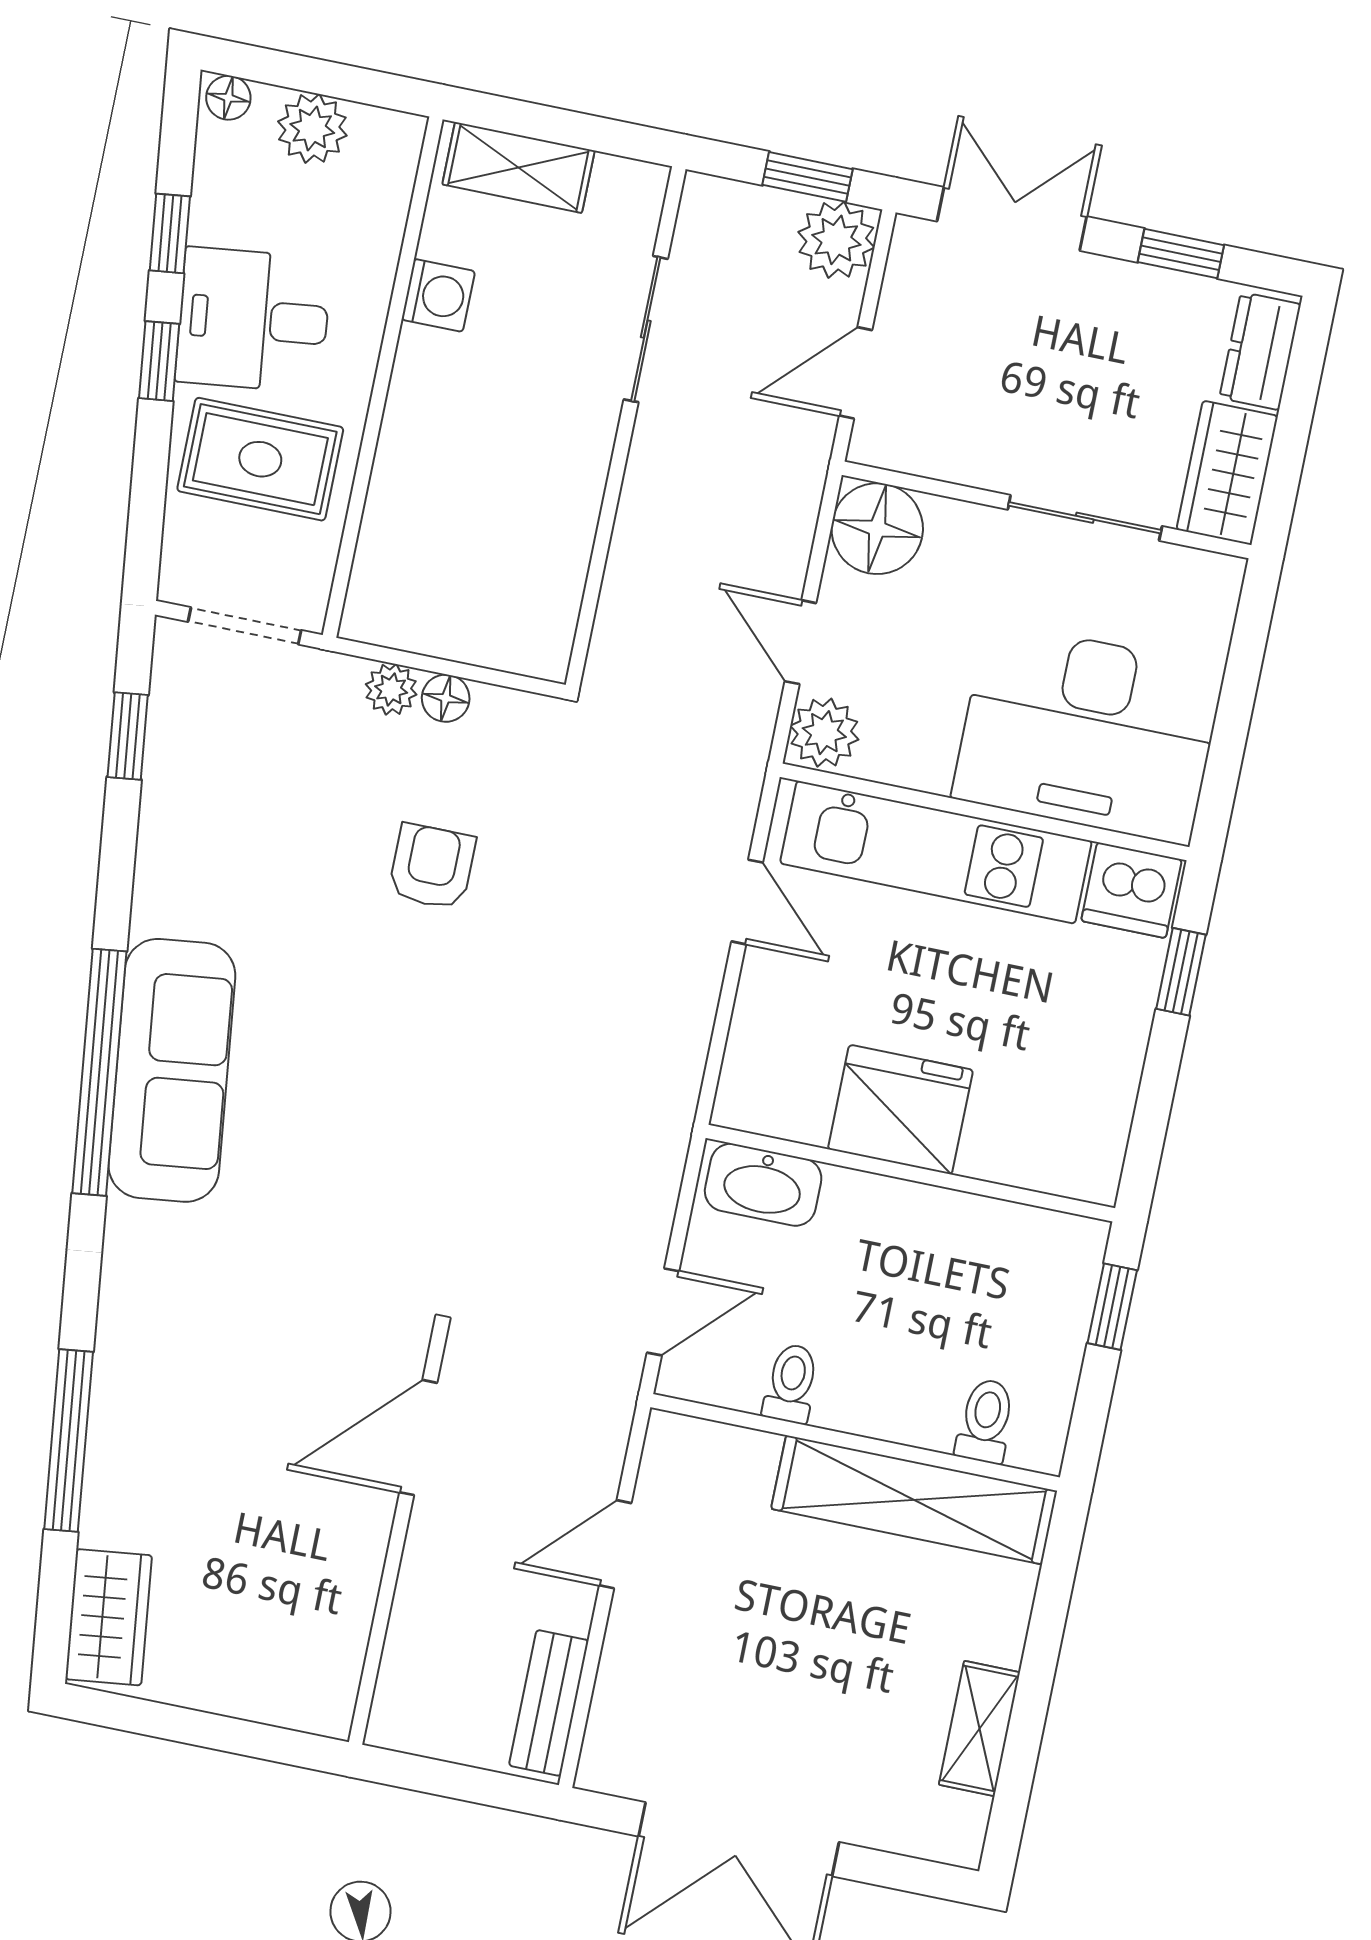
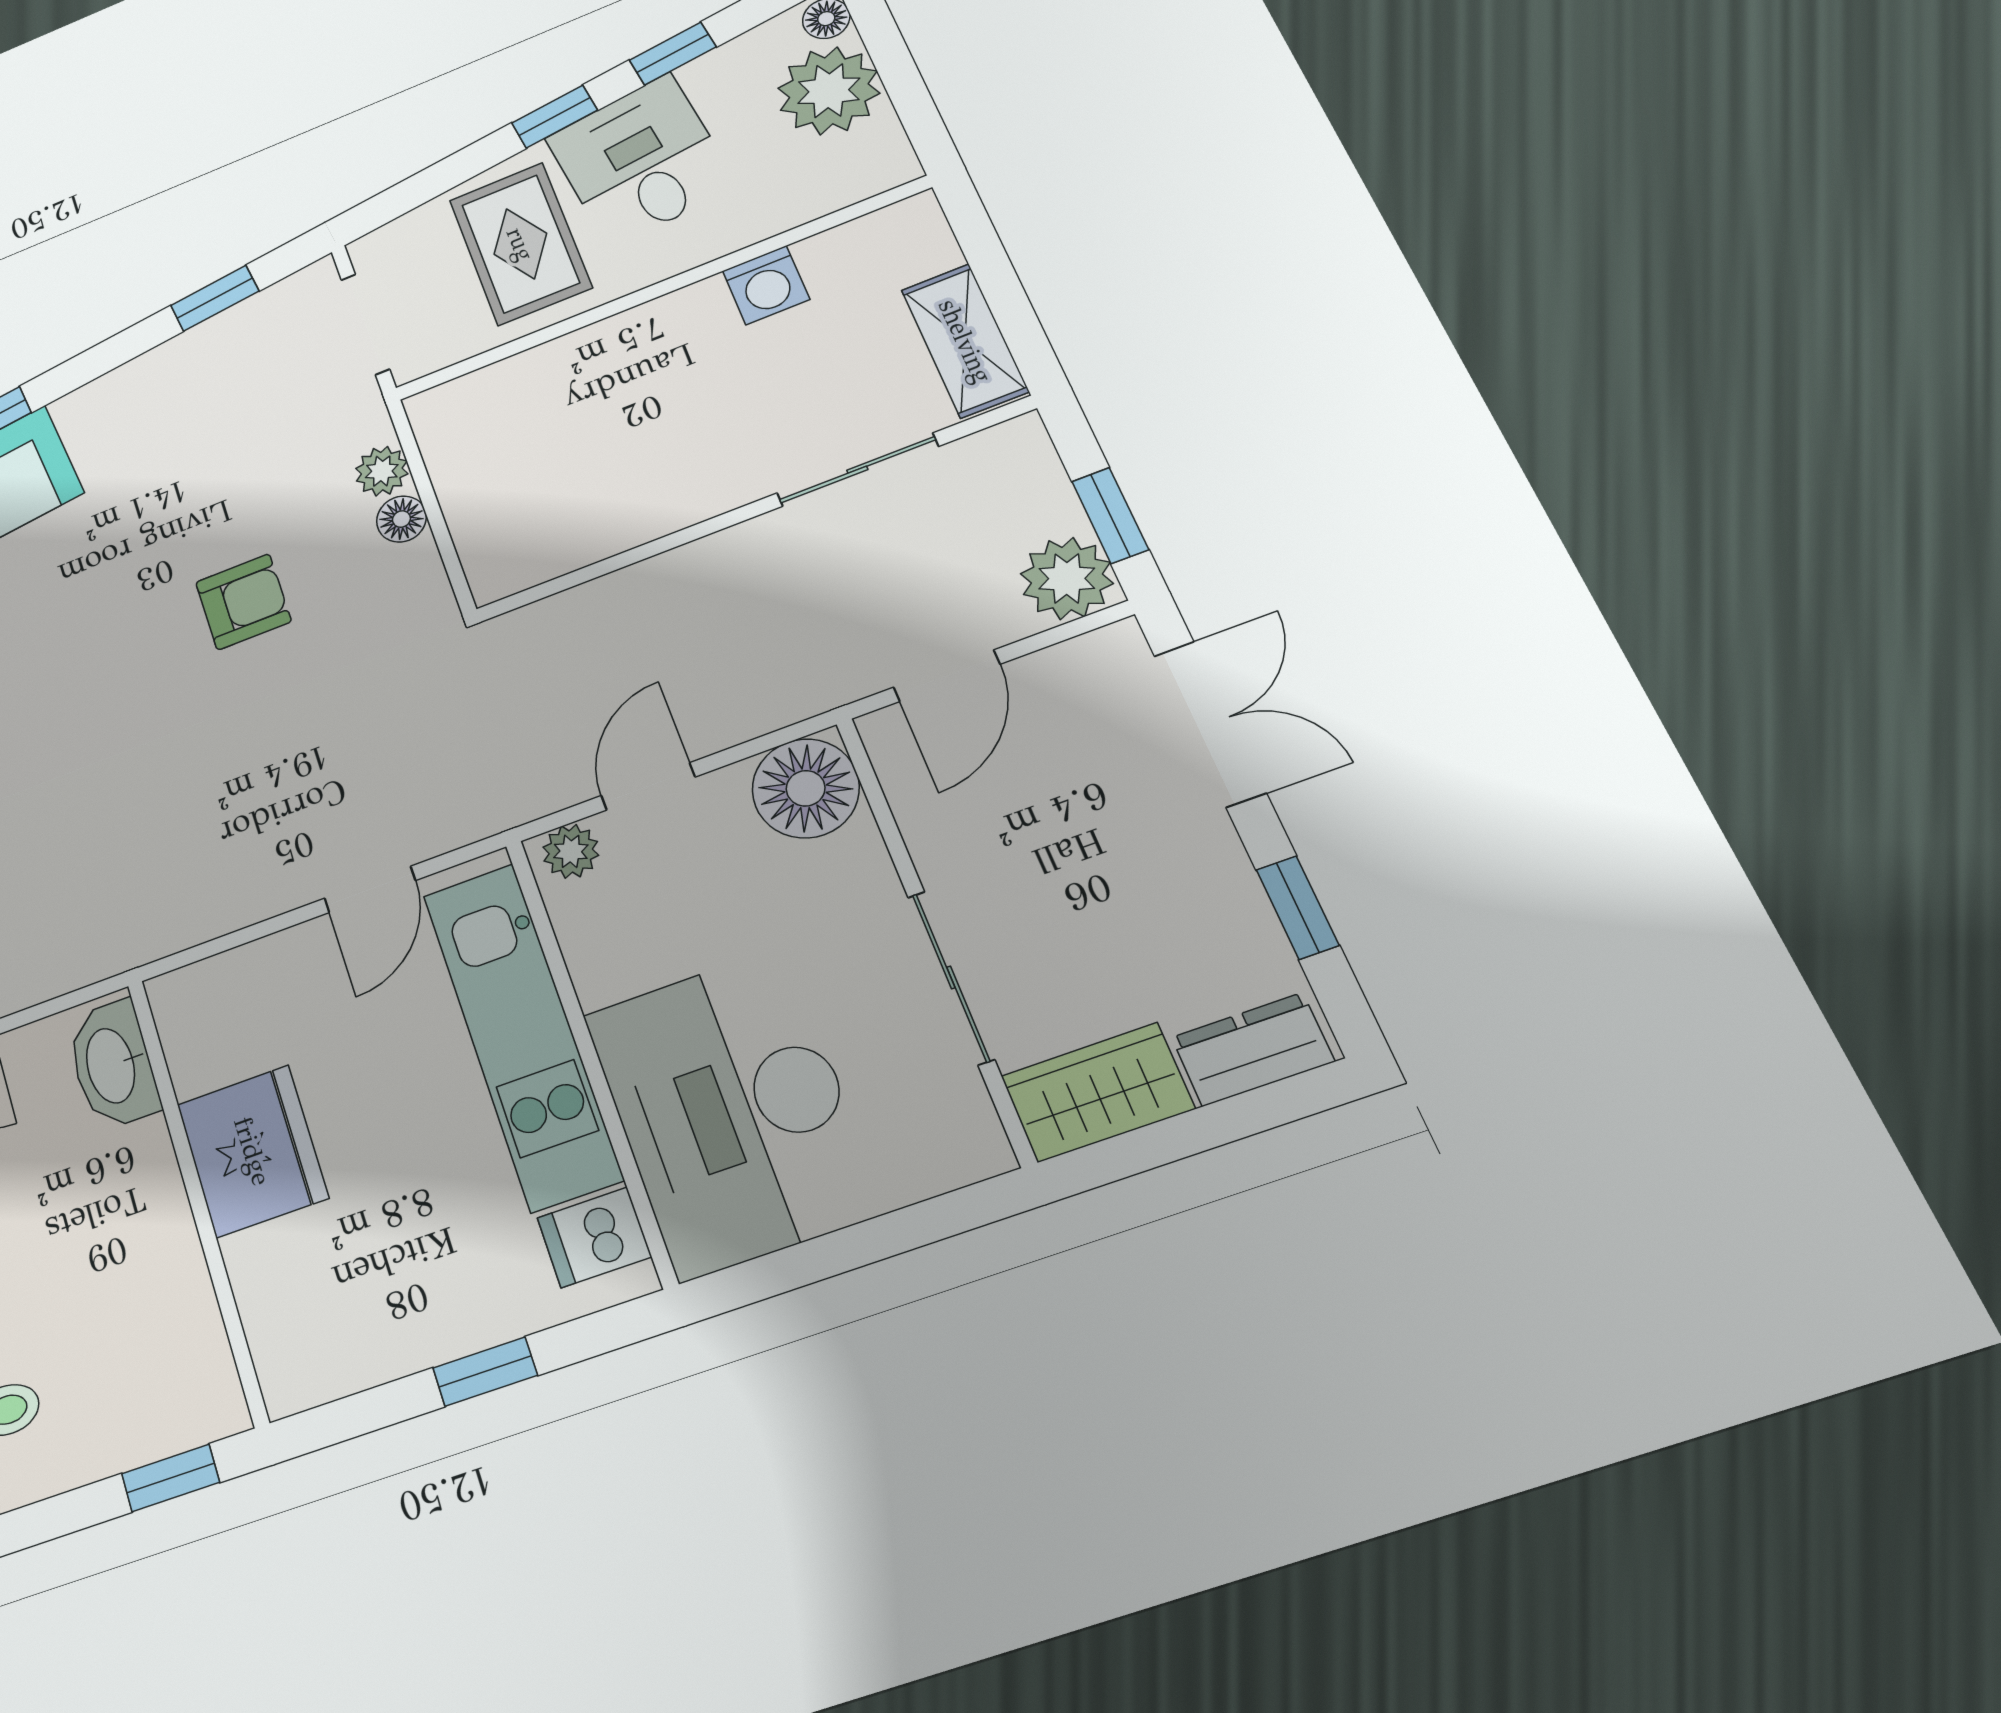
plant: (312, 128) -> (829, 91), width x1.36, depth x1.36
shelving: (518, 167) -> (965, 341), moved
door: (856, 373) -> (947, 676), swing flipped
plant: (824, 733) -> (571, 851), width x0.73, depth x0.73
dishwasher: (1131, 890) -> (594, 1237), width x0.73
window: (1181, 972) -> (485, 1372), moved

